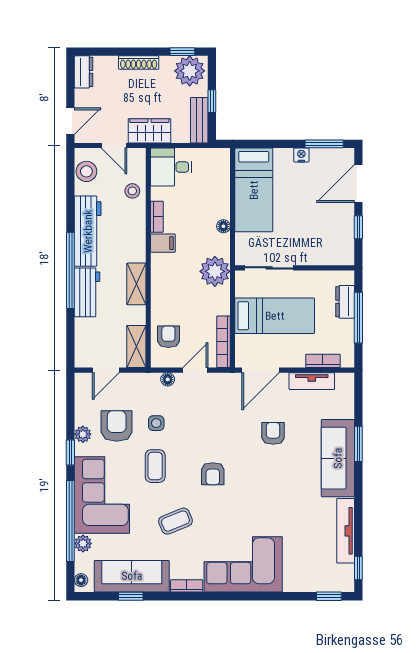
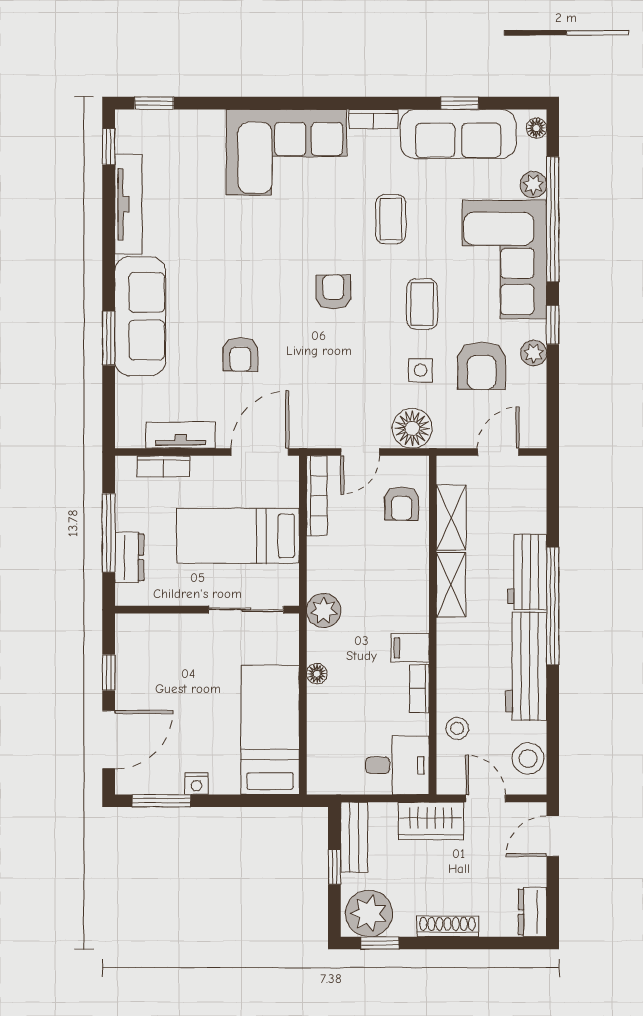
plant: (215, 271) -> (324, 611), width x0.73, depth x0.73
shelving: (136, 347) -> (451, 517), moved
floor lamp: (168, 379) -> (412, 428), width x1.89, depth x1.89
coffee table: (175, 521) -> (391, 219), turned -68

